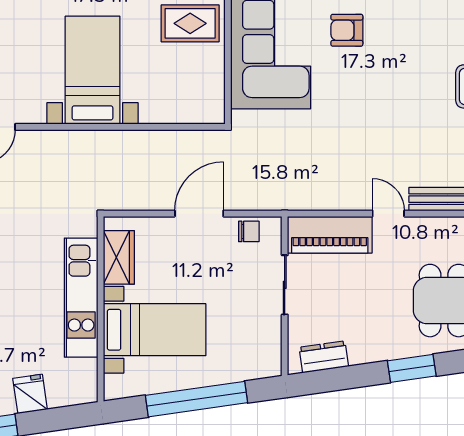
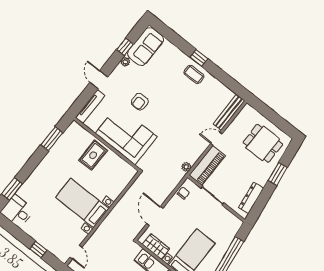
plant: (298, 200) -> (186, 167), added
door: (199, 214) -> (155, 216), moved
dresser: (324, 357) -> (251, 198), width x1.44

